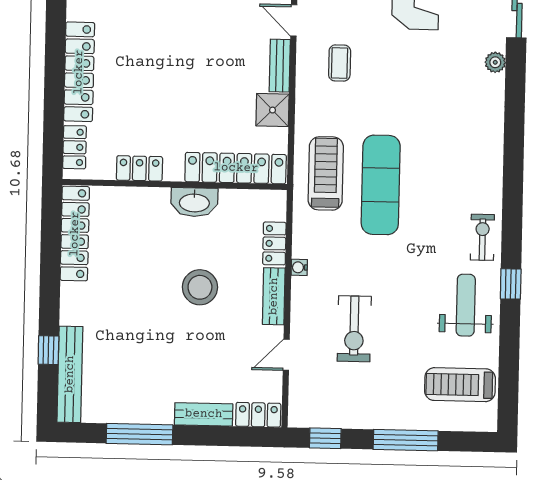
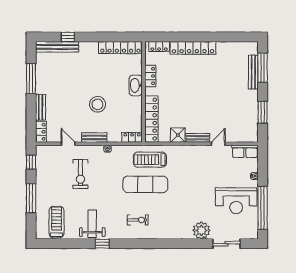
plant: (495, 62) -> (201, 230), width x1.88, depth x1.88
coffee table: (340, 63) -> (200, 165), removed
treadmill: (326, 173) -> (150, 160), turned 180
washbasin: (194, 202) -> (136, 85), moved
exercise bike: (482, 237) -> (138, 220), moved
locker: (274, 243) -> (132, 137), moved
weight bench: (466, 305) -> (92, 224), turned -90
exercise bike: (354, 329) -> (80, 174), turned -90

